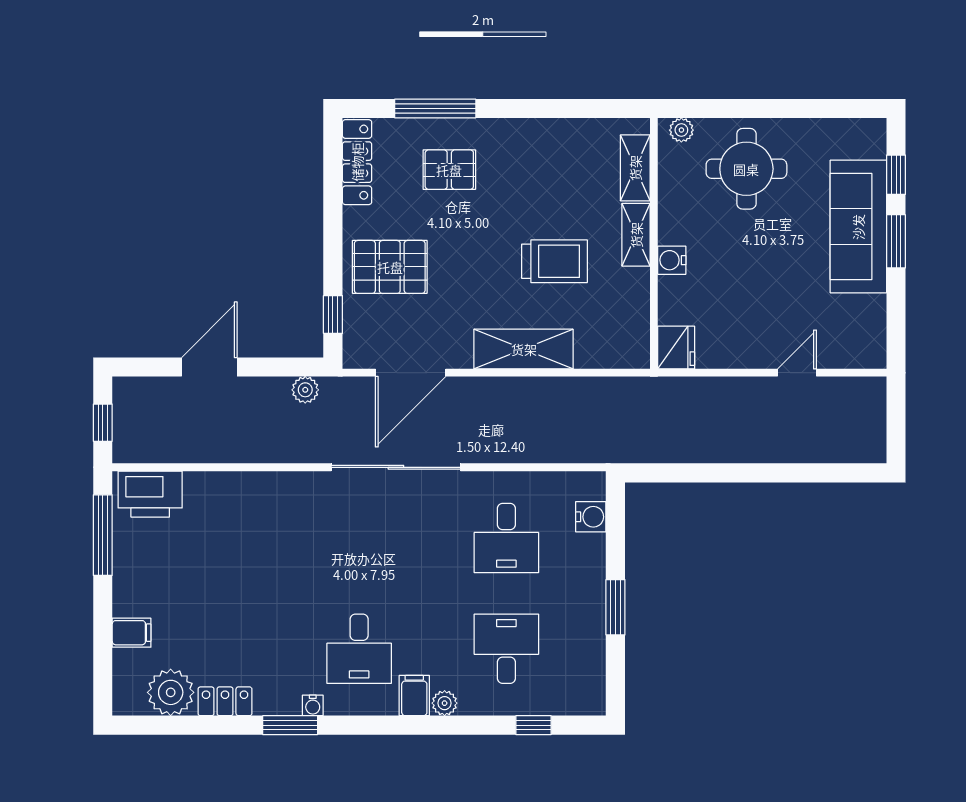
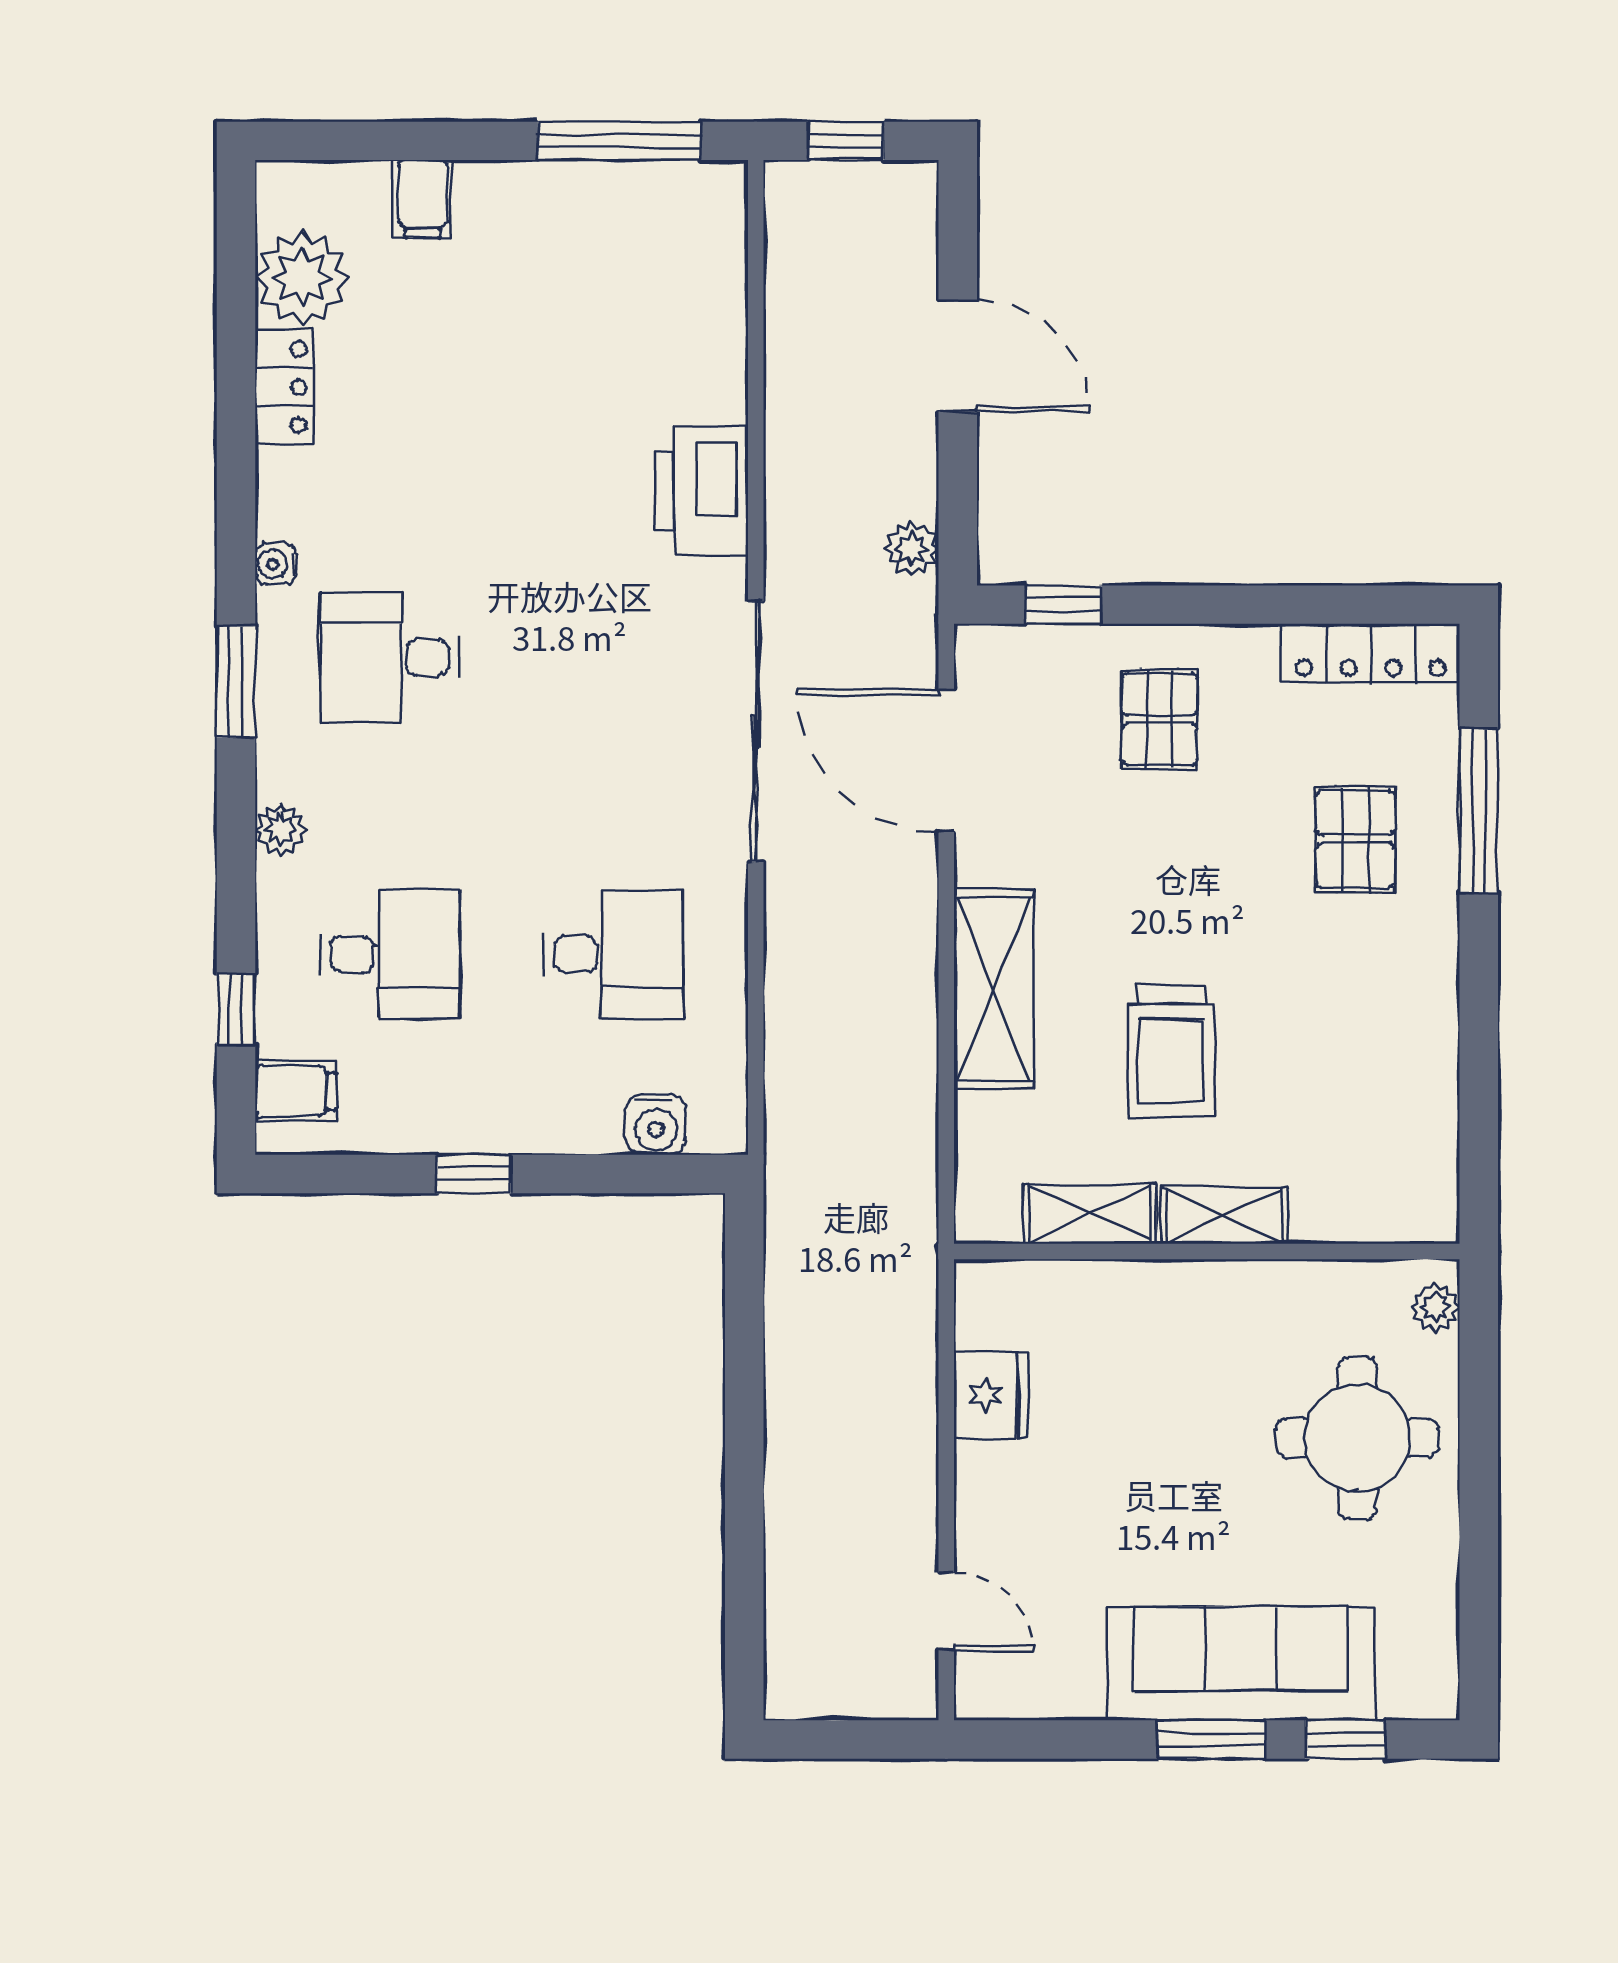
shelving: (635, 168) -> (1090, 1214), moved
water cooler: (672, 260) -> (1173, 1288), removed
pallet: (390, 267) -> (1159, 719), width x0.67, depth x0.71
fridge: (676, 348) -> (991, 1395), moved, turned -90
door: (797, 373) -> (946, 1611), moved
printer: (150, 494) -> (702, 491), moved
desk: (506, 538) -> (613, 954), turned 180
window: (615, 607) -> (474, 1174), width x0.67
filing cabinet: (414, 696) -> (296, 1091), moved
window: (290, 725) -> (236, 682), moved

